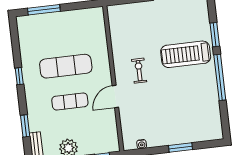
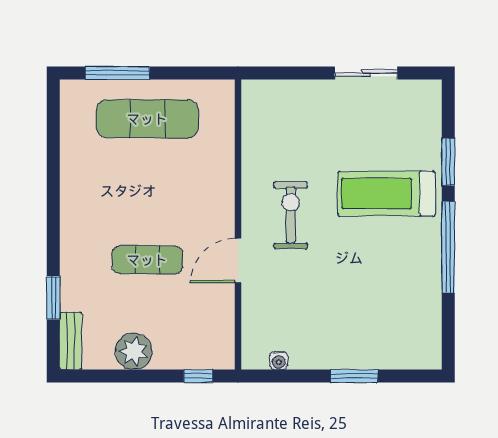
exercise mat: (66, 66) -> (147, 119), moved
exercise bike: (139, 71) -> (291, 215), width x1.38, depth x1.39
window: (19, 76) -> (53, 198), removed

